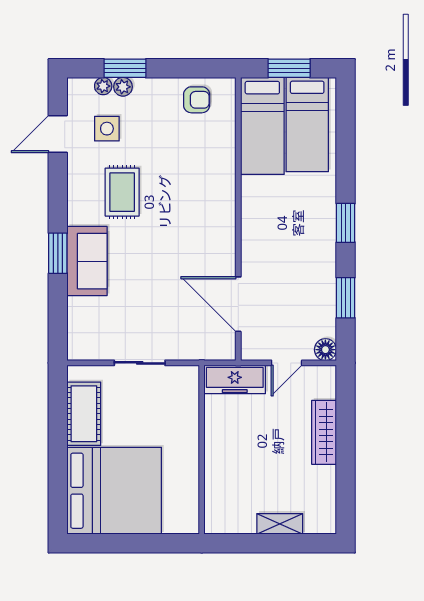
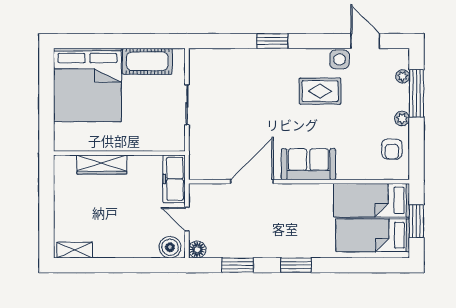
window: (125, 68) -> (416, 93), width x1.44
plant: (123, 87) -> (402, 119), moved
side table: (107, 129) -> (340, 59), moved
sofa: (87, 261) -> (308, 164), moved, turned 180
door: (238, 304) -> (252, 182), moved
boiler: (323, 385) -> (170, 247), added
wardrobe: (324, 432) -> (102, 165), moved, turned 180
shelving: (280, 524) -> (75, 250), moved, turned 90

